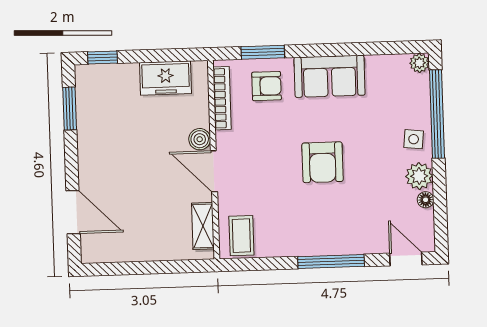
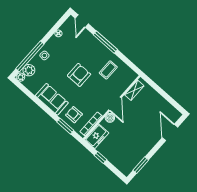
window: (103, 58) -> (101, 158), moved
freezer: (166, 78) -> (97, 136), moved, turned 90
plant: (419, 176) -> (29, 70), moved
coffee table: (241, 236) -> (108, 70), moved

